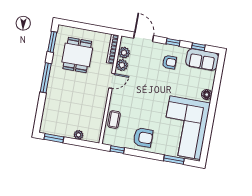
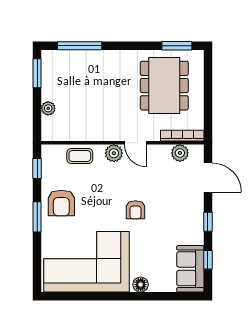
door: (144, 37) -> (208, 178), hinge flipped
dining table: (77, 55) -> (164, 86), width x1.38
armchair: (169, 62) -> (135, 210), moved
plant: (122, 65) -> (114, 153), moved
window: (46, 78) -> (80, 46), moved
window: (174, 160) -> (37, 217), moved

